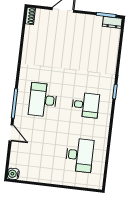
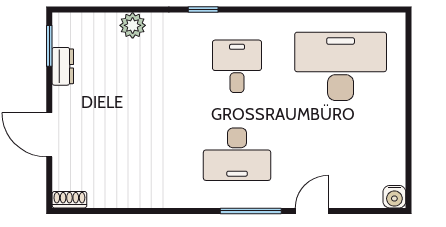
dresser: (112, 22) -> (63, 66), moved
plant: (111, 57) -> (133, 25), added
desk: (80, 155) -> (341, 66), width x1.36, depth x1.30

